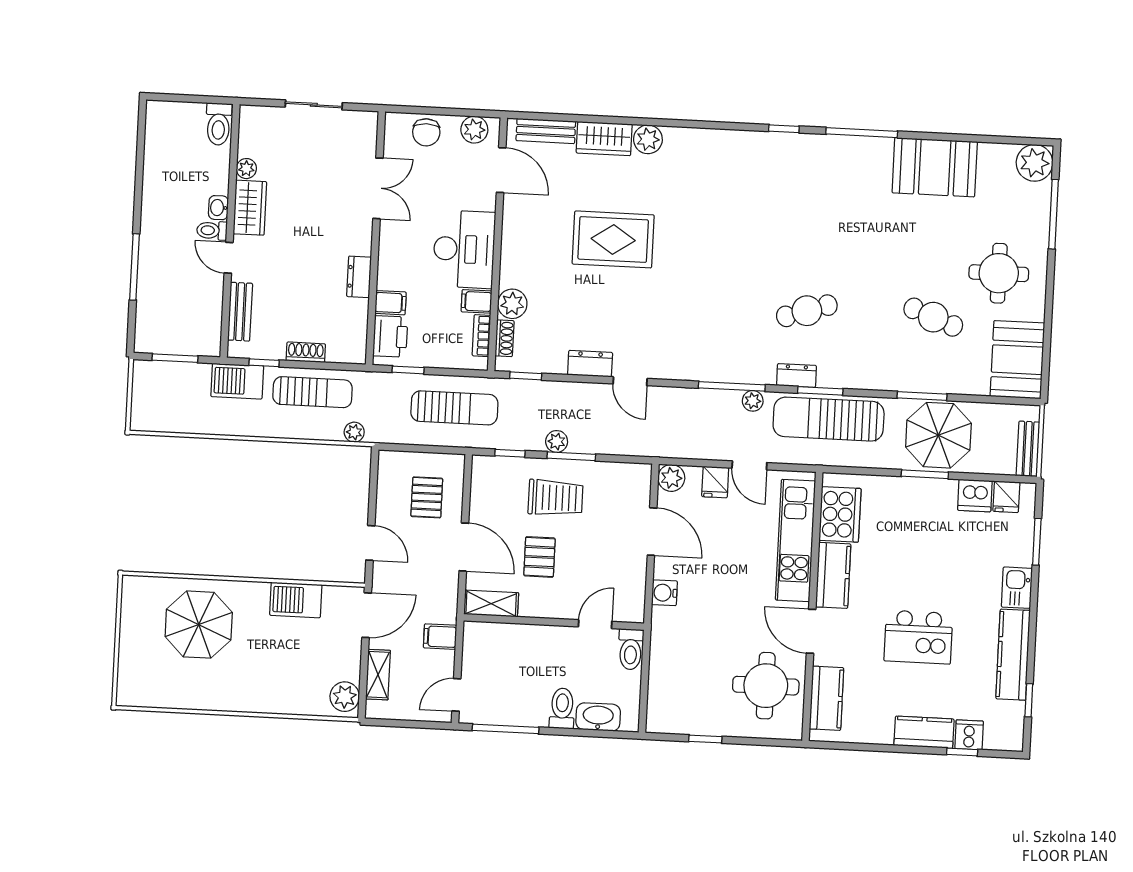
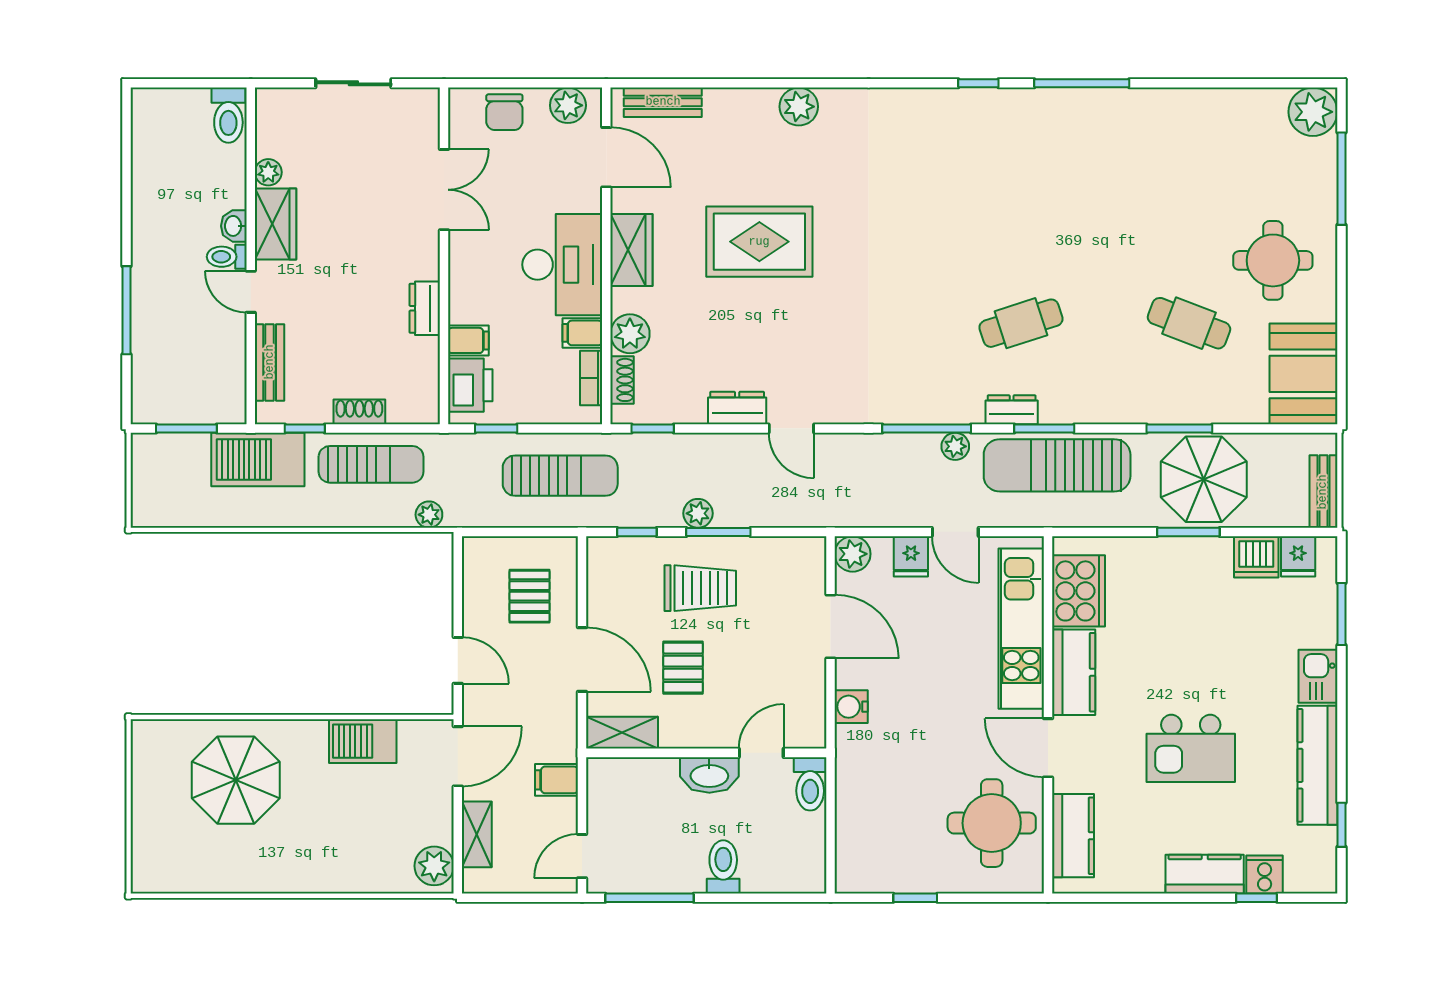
wardrobe: (604, 139) -> (631, 250), moved, turned -90
booth: (935, 167) -> (1181, 124), removed
barbecue: (237, 381) -> (258, 459), width x1.37, depth x1.21
washbasin: (598, 717) -> (709, 775), moved, turned 180

